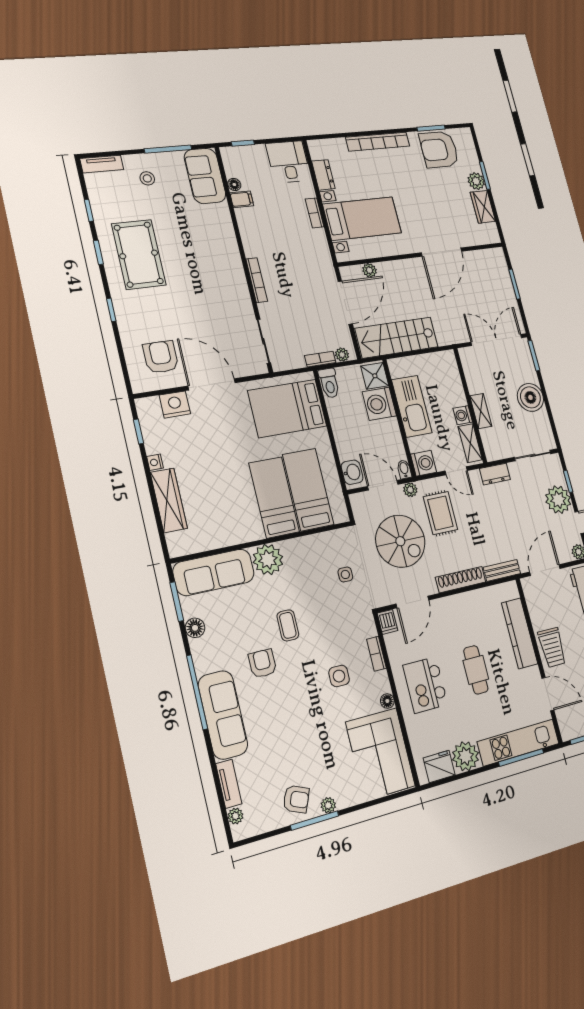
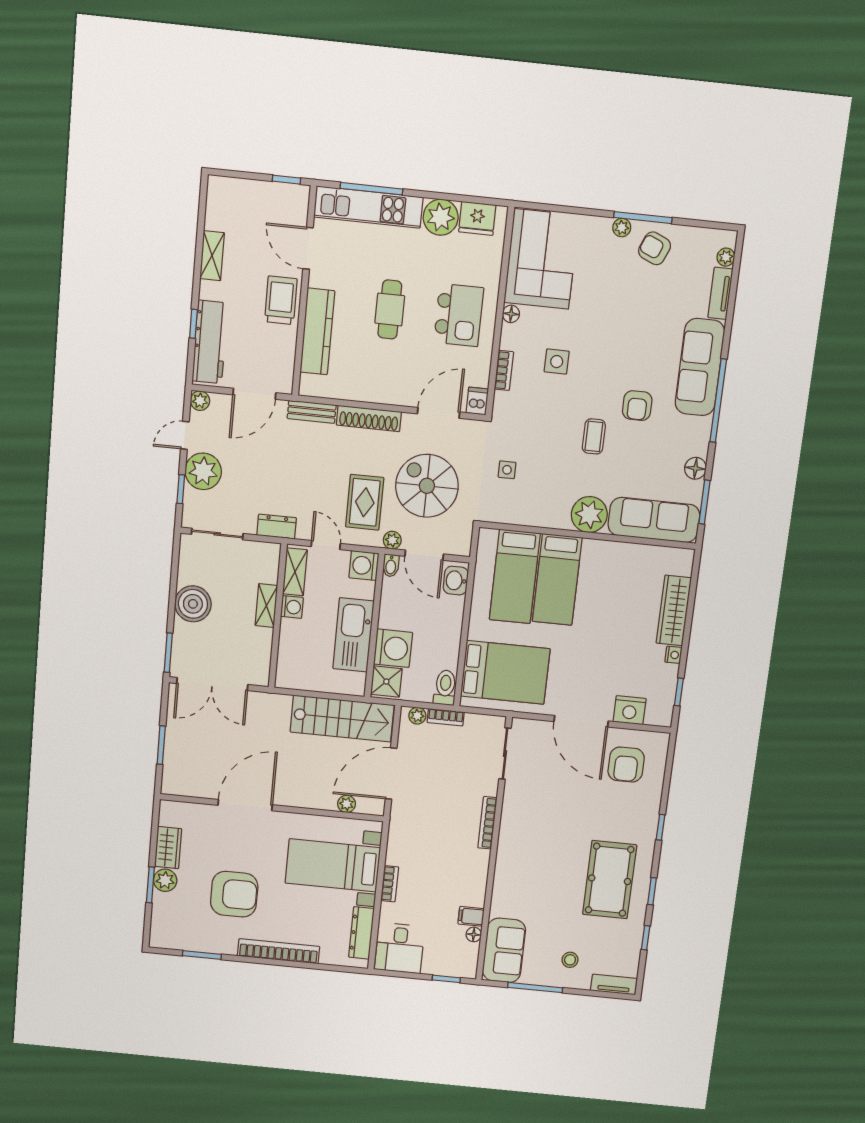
armchair: (439, 149) -> (234, 894), moved
dresser: (323, 175) -> (361, 933), width x1.44

